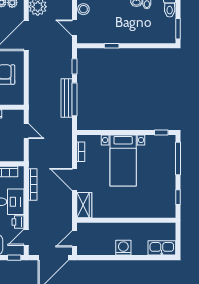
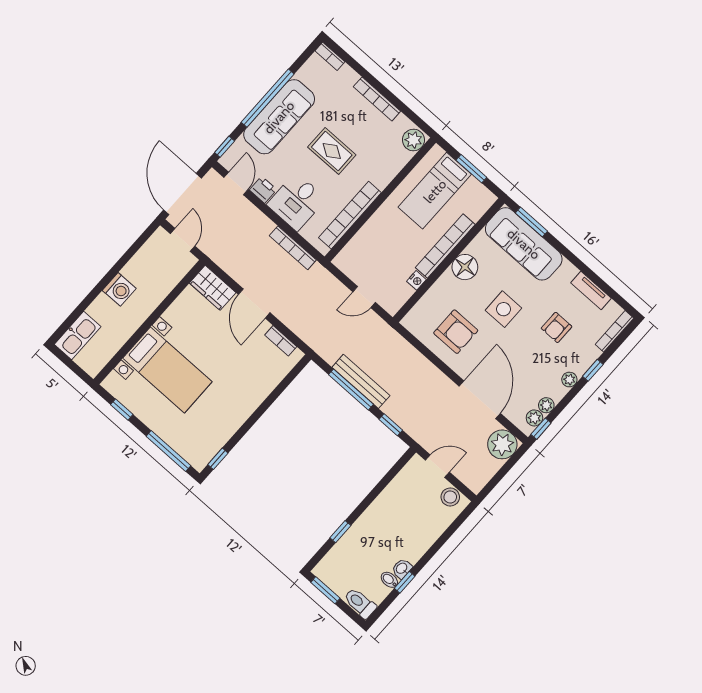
window: (112, 46) -> (340, 532), moved
bed with nightstands: (123, 160) -> (167, 370), moved, turned 180
door: (74, 179) -> (254, 303), swing flipped

